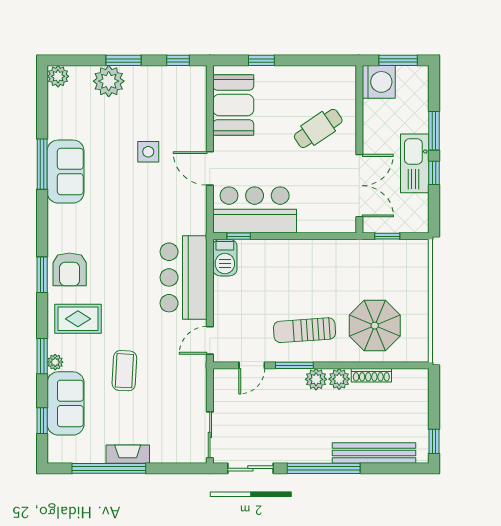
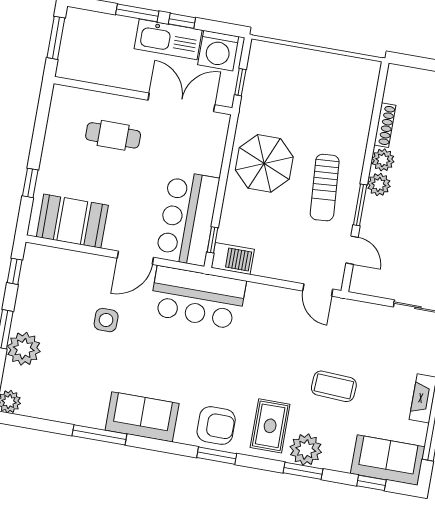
washing machine: (379, 82) -> (218, 51), moved, turned 180
cafe table: (318, 128) -> (113, 135), turned -56
sofa: (66, 172) -> (142, 417), moved
bar counter: (183, 277) -> (198, 298), moved
parasol: (375, 326) -> (264, 163), moved
plant: (55, 362) -> (306, 449), width x1.87, depth x1.87
sofa: (66, 403) -> (388, 460), moved

